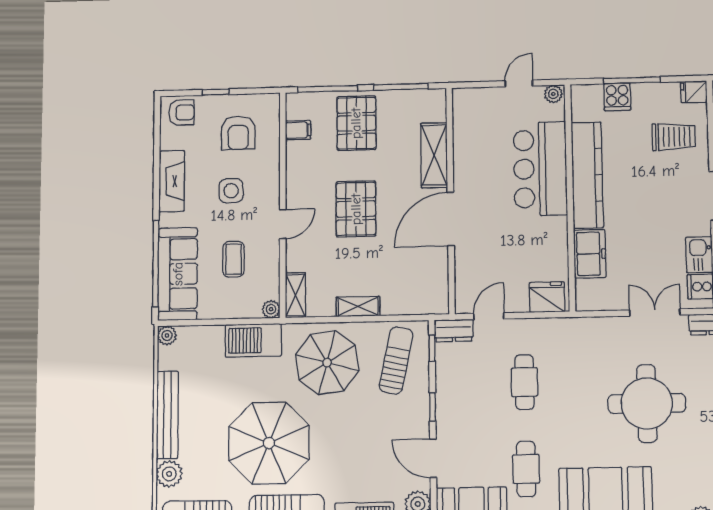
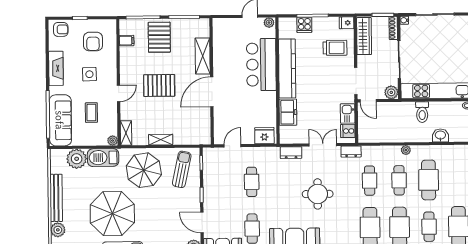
pallet: (356, 209) -> (159, 85), turned 90
dresser: (454, 331) -> (291, 153), moved
plant: (167, 335) -> (77, 159), moved, width x1.87, depth x1.87
round table: (647, 403) -> (318, 194), width x0.73, depth x0.73

